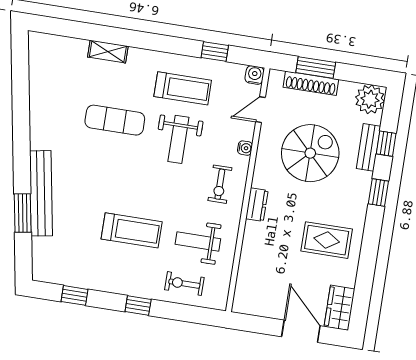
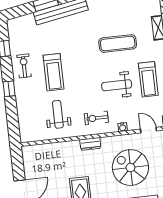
exercise mat: (115, 120) -> (118, 43), turned 90
spiral stairs: (310, 153) -> (130, 168), turned 180
exercise bike: (184, 284) -> (24, 66), moved

